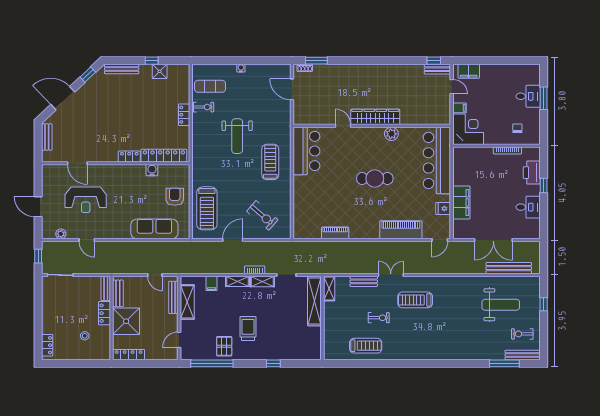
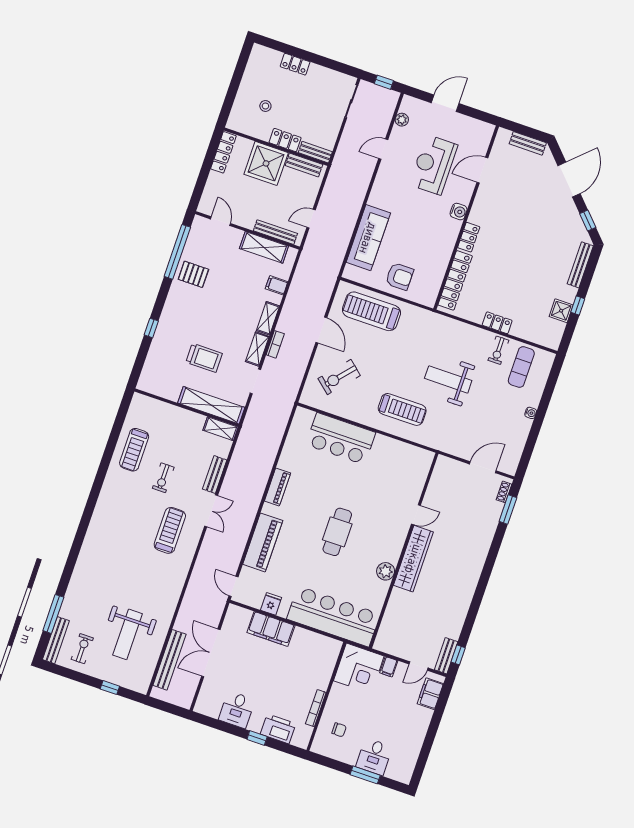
bar counter: (307, 151) -> (341, 439), moved
water cooler: (152, 170) -> (459, 212), moved
piano: (335, 233) -> (277, 487), moved
trolley: (248, 328) -> (204, 358), moved
locker: (47, 345) -> (295, 64), moved

